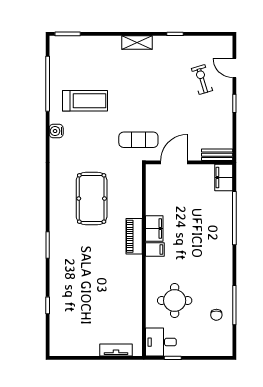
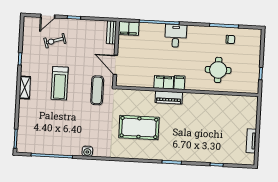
treadmill: (85, 101) -> (60, 83), moved, turned 180
desk: (161, 342) -> (176, 36), moved, turned 180
tv unit: (116, 350) -> (251, 141), moved

